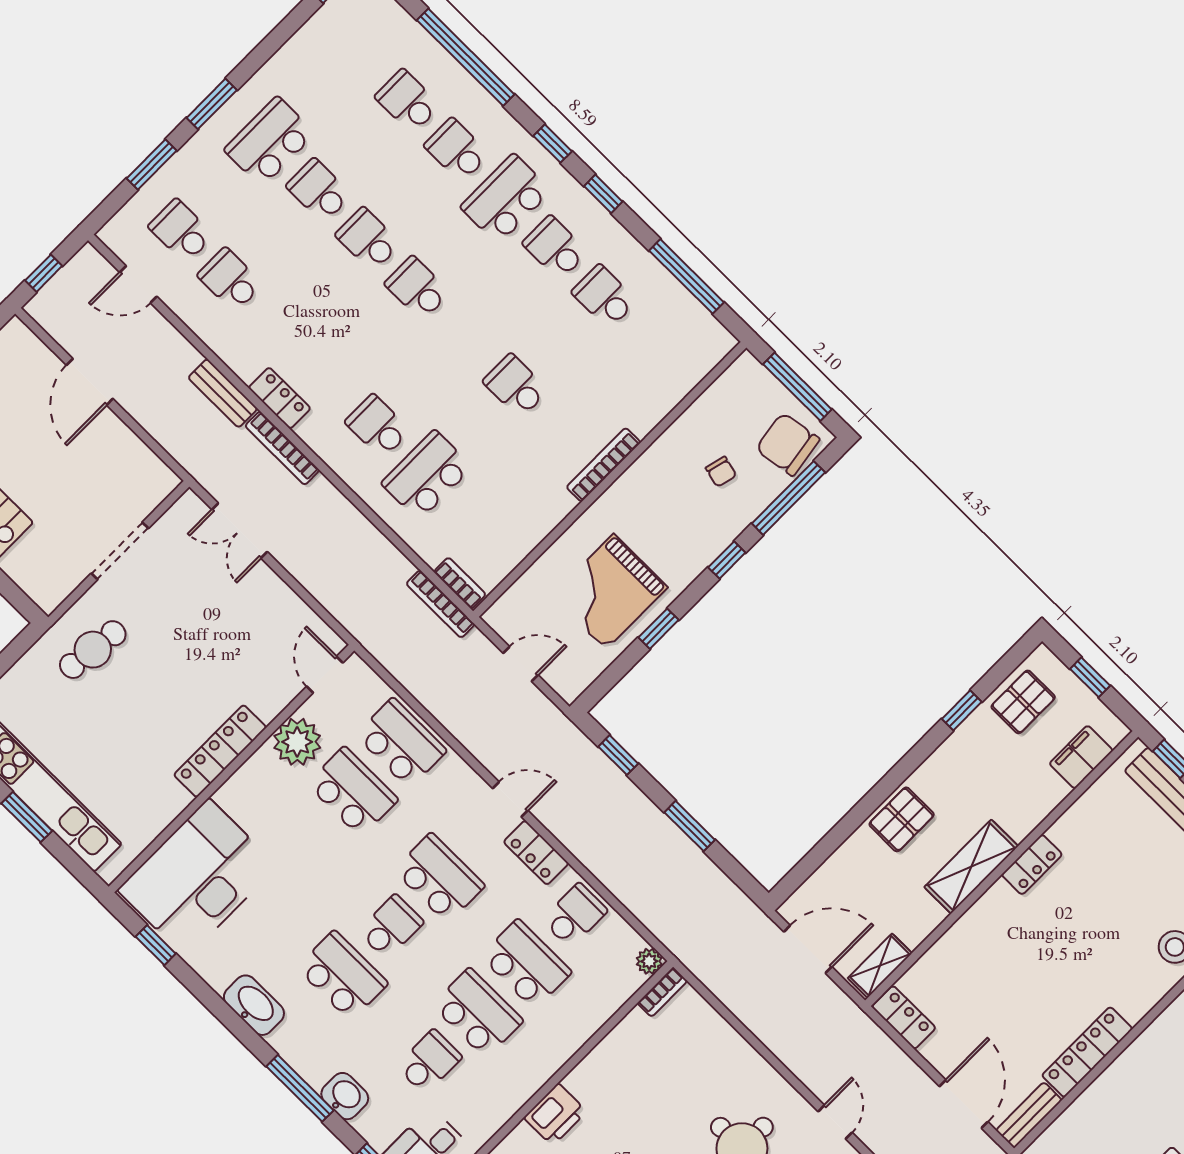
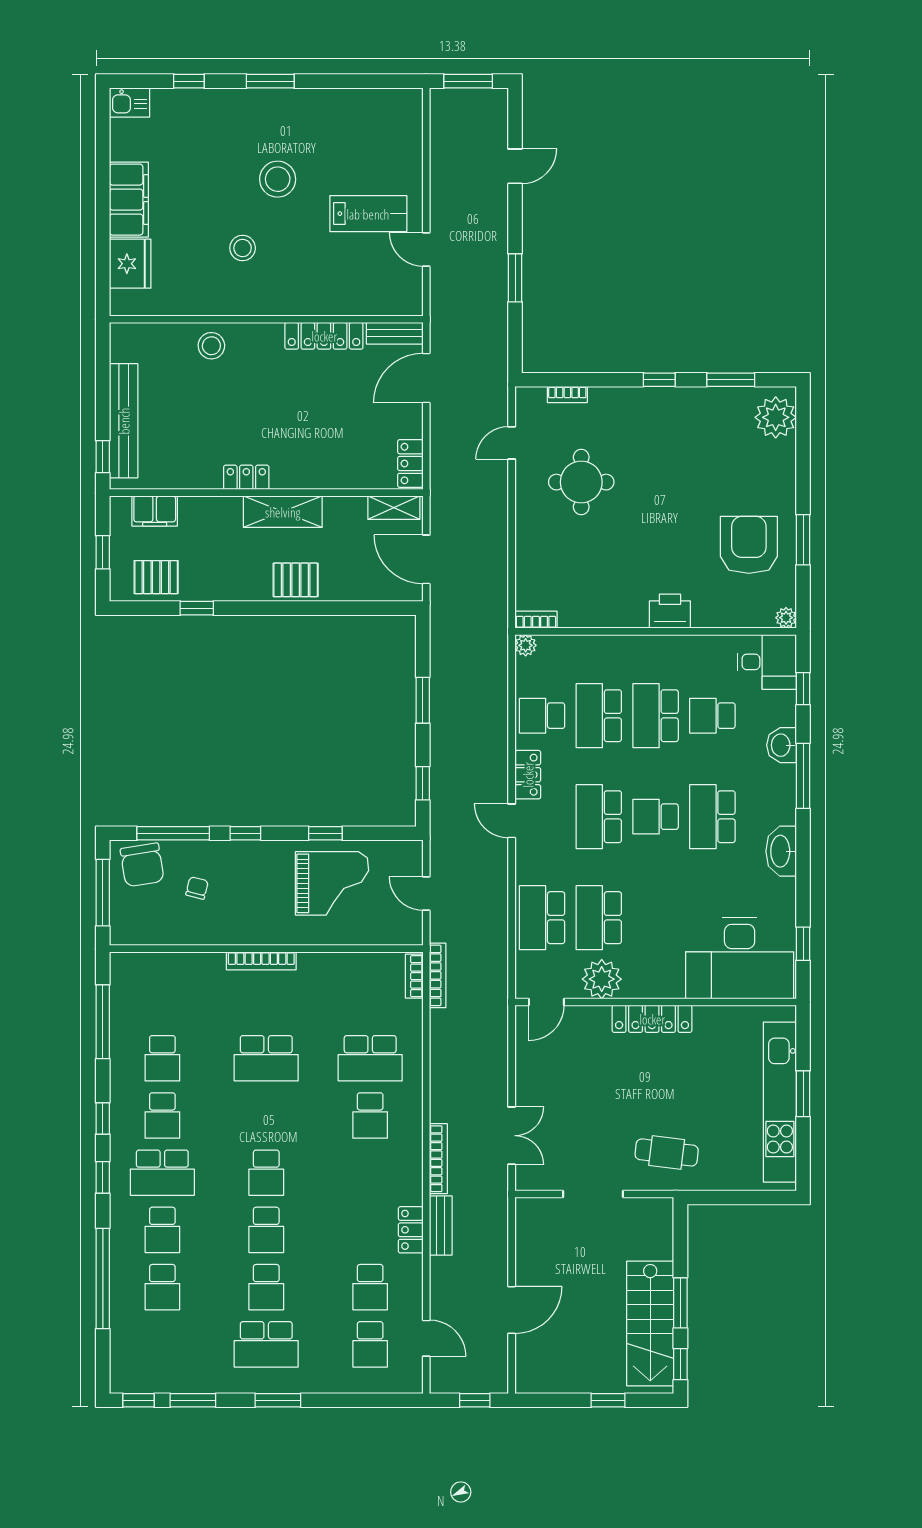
window: (152, 164) -> (193, 1400), moved
school desk: (516, 386) -> (266, 1058), width x1.85
locker: (279, 398) -> (411, 1230), moved

